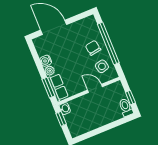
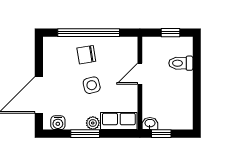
water cooler: (46, 61) -> (58, 123), moved
side table: (102, 66) -> (92, 85), moved
window: (48, 88) -> (85, 134), moved
toilet: (126, 107) -> (181, 63), moved

